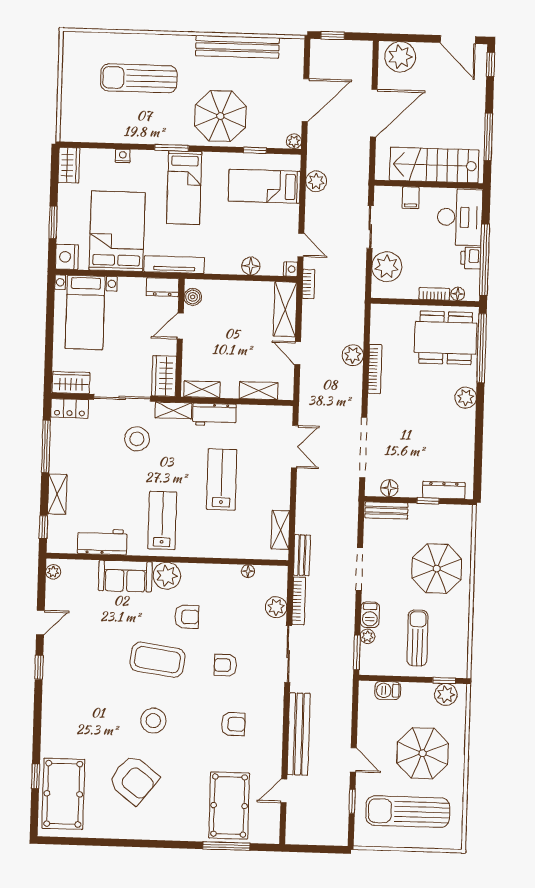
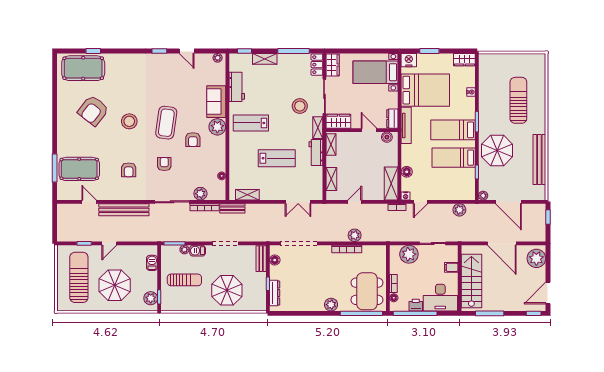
bed: (264, 186) -> (454, 158), moved, turned -90
shelving: (285, 309) -> (391, 183), moved, turned 90
lab bench: (162, 520) -> (251, 123), turned 180

